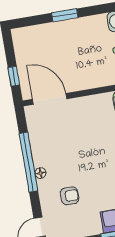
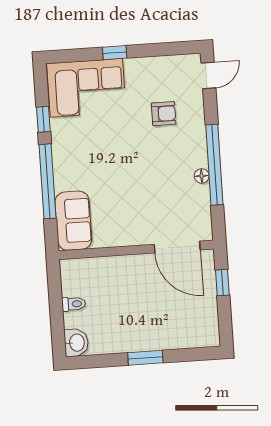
floor lamp: (40, 173) -> (202, 176), moved
armchair: (70, 196) -> (164, 114), turned 180

